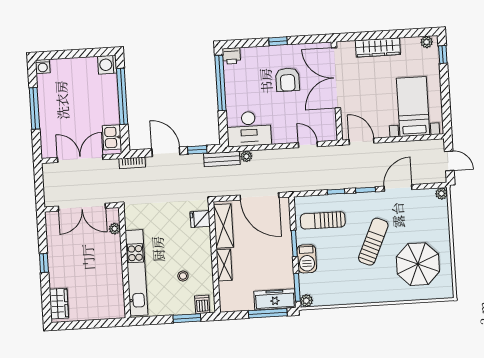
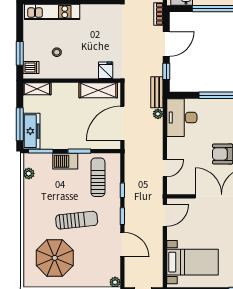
sun lounger: (373, 242) -> (77, 220), turned -30
shelving: (224, 265) -> (37, 89), moved
kitchen unit: (136, 273) -> (52, 12), width x0.73
plant: (306, 301) -> (29, 173), moved

